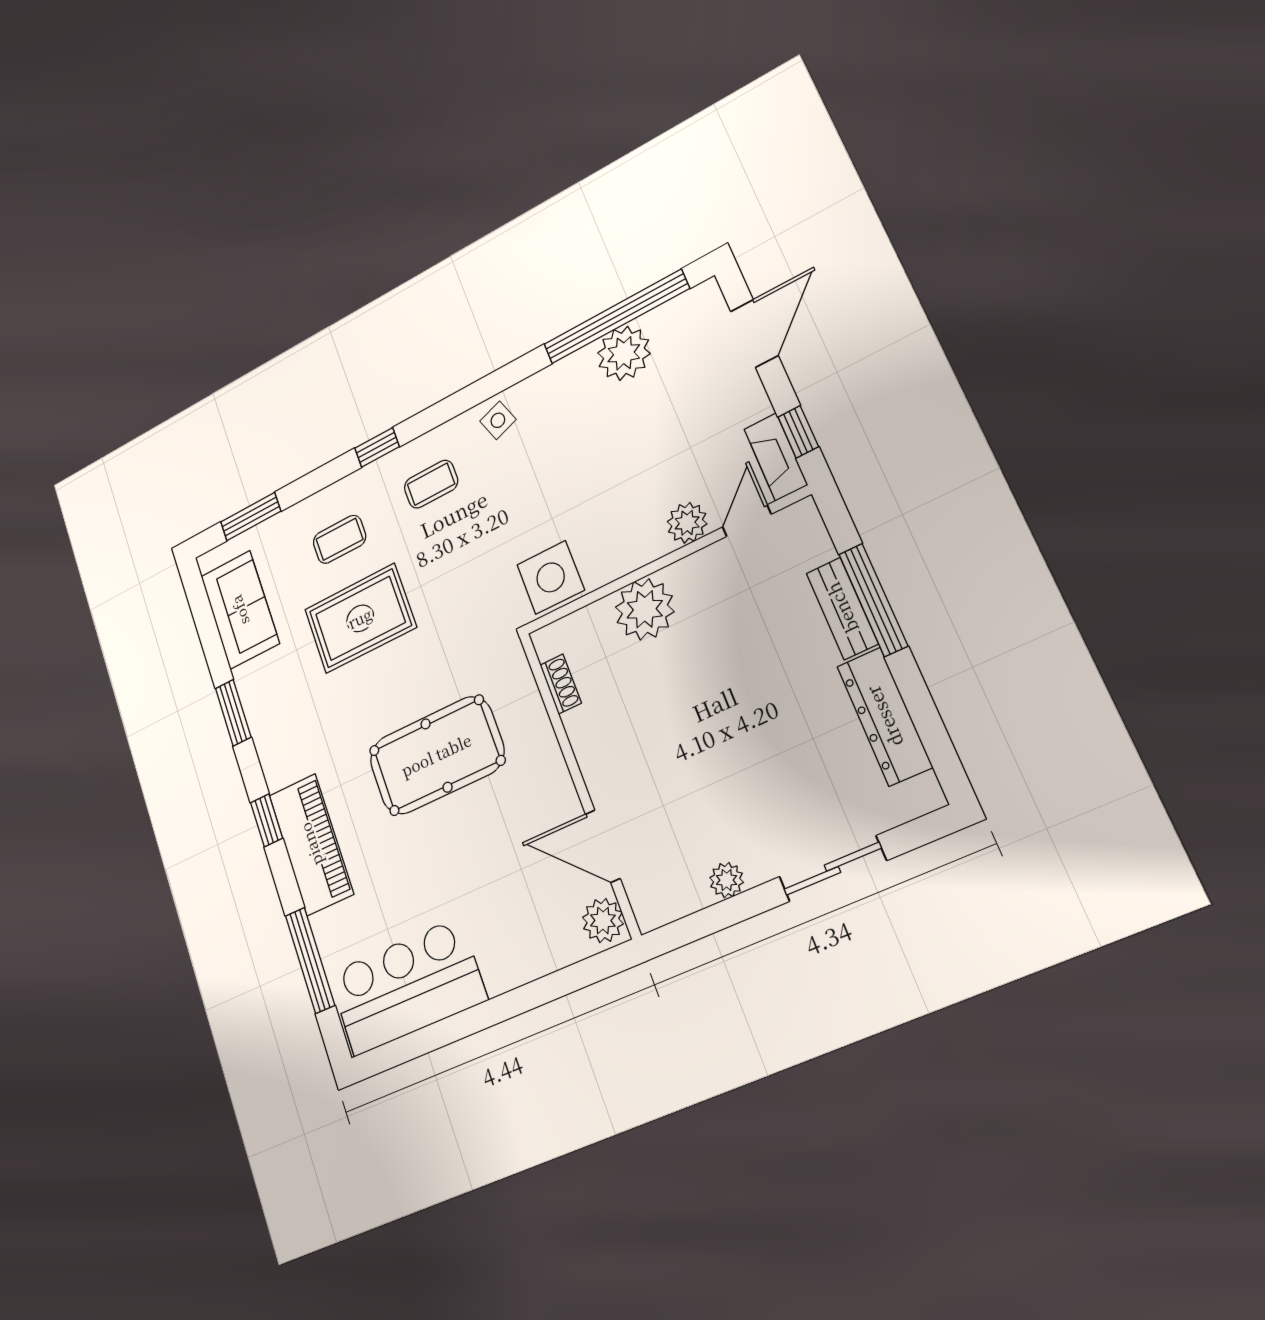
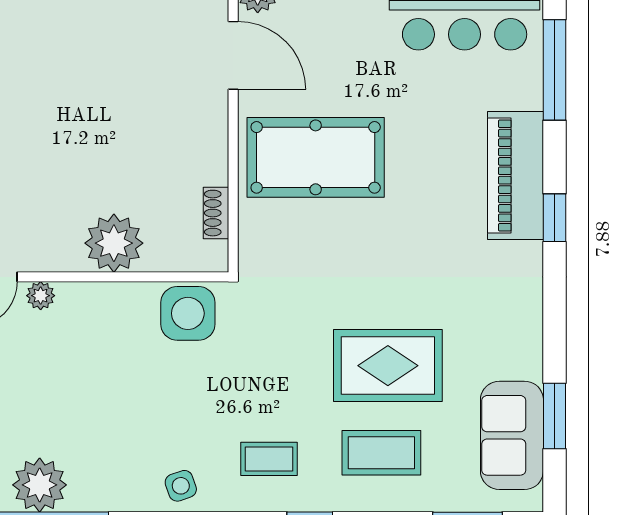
plant: (687, 523) -> (41, 296), width x0.73, depth x0.73
coffee table: (339, 539) -> (381, 453), width x1.36, depth x1.30
window: (233, 713) -> (555, 416), moved
pool table: (436, 755) -> (316, 157), moved

